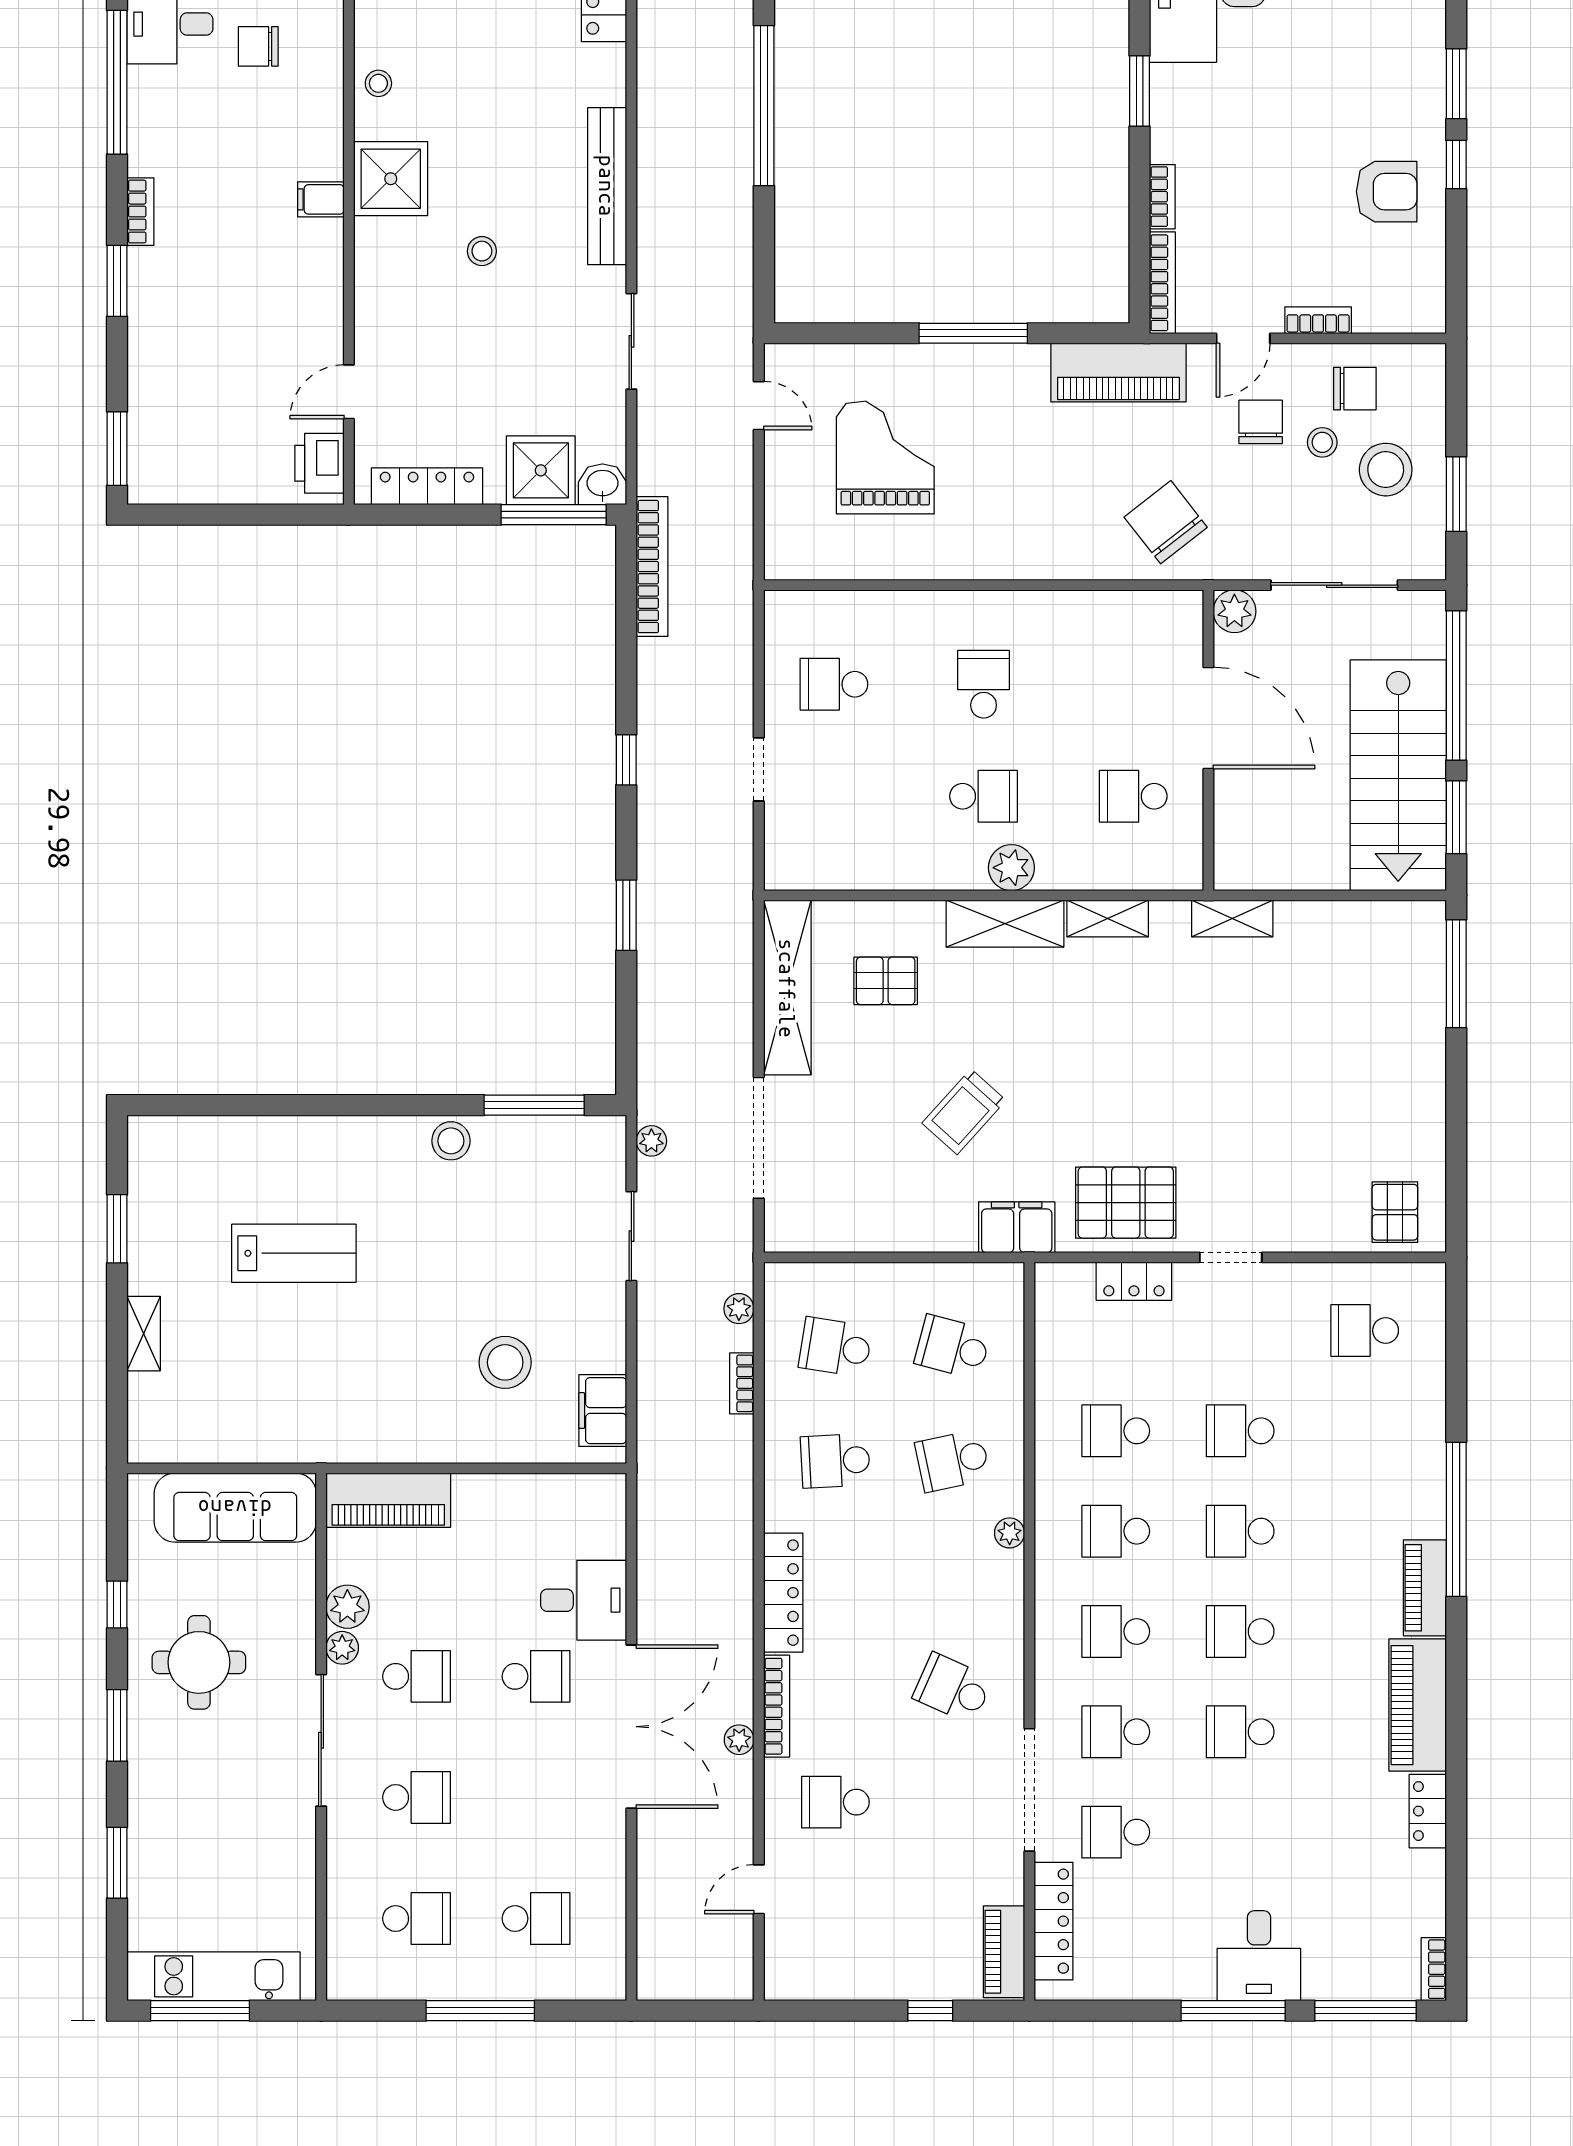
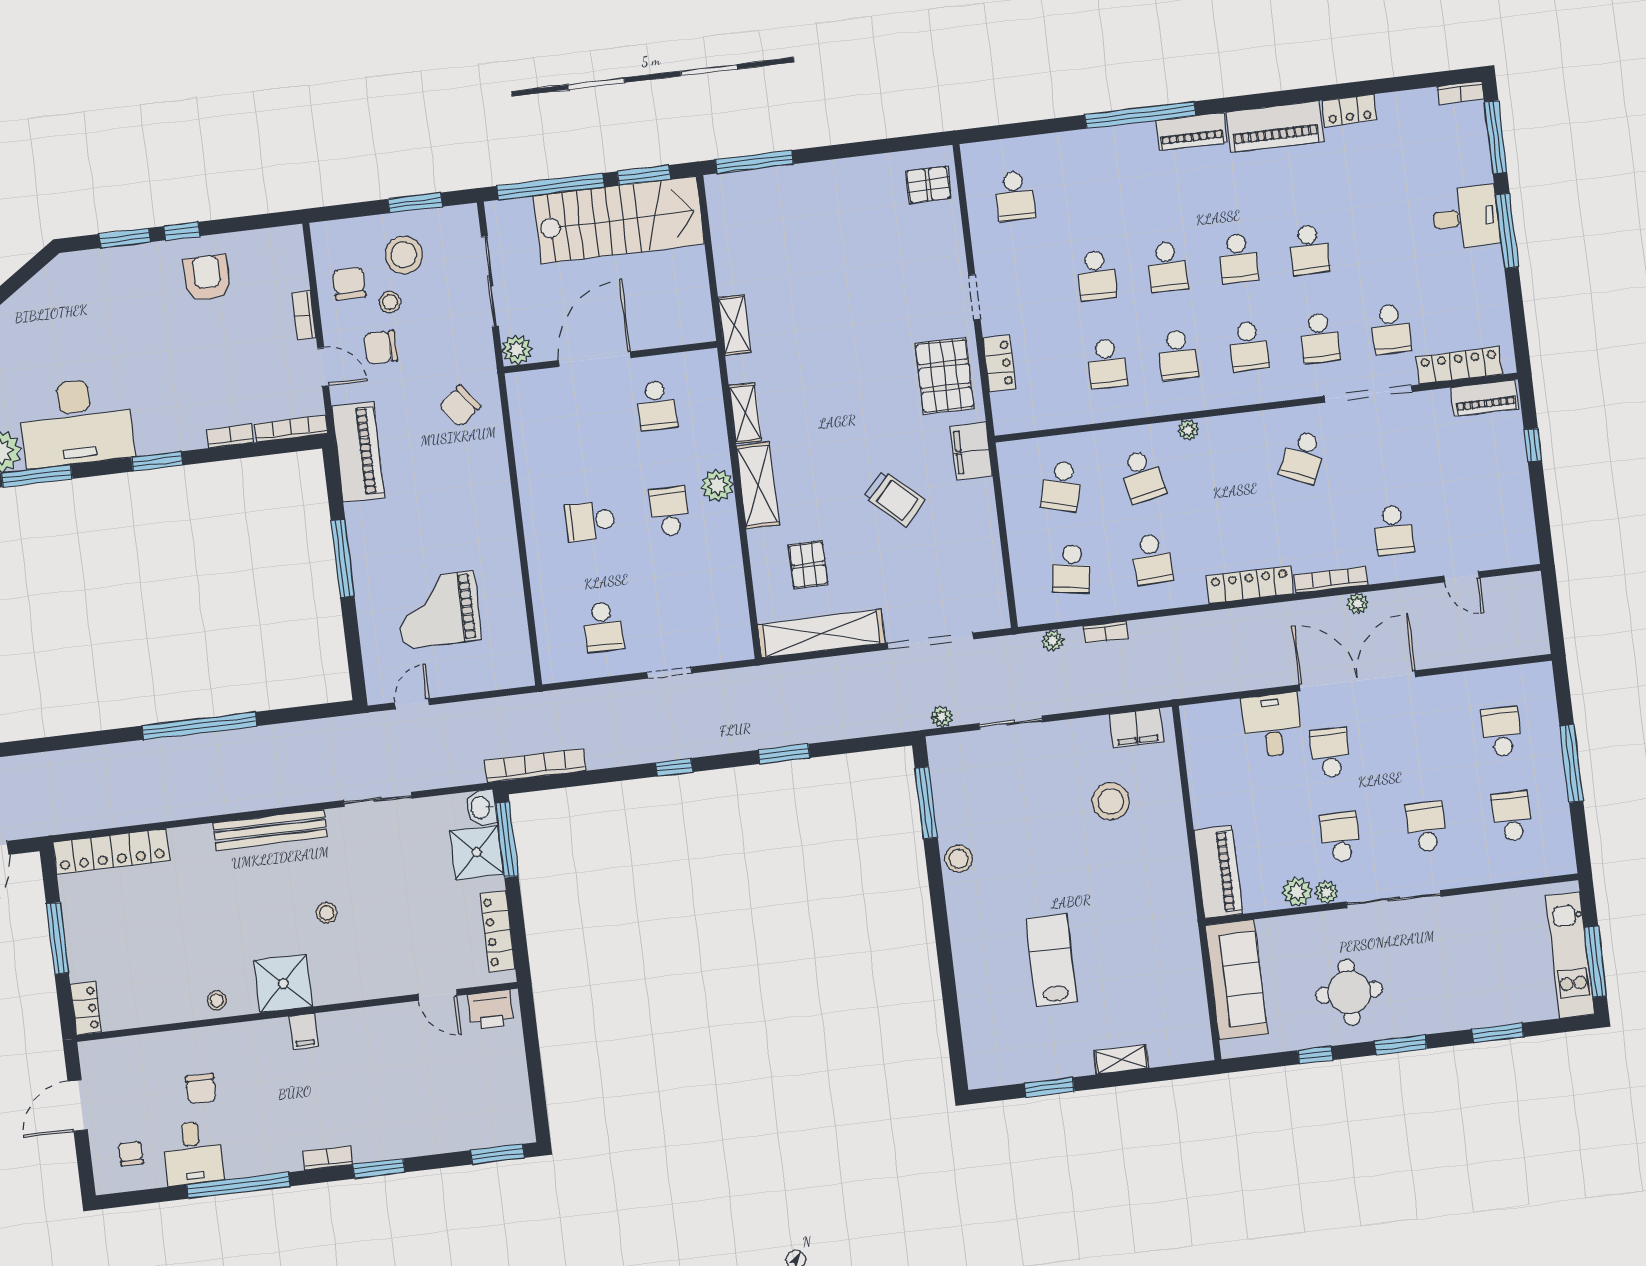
chair: (1166, 522) -> (460, 406), width x0.73, depth x0.73

